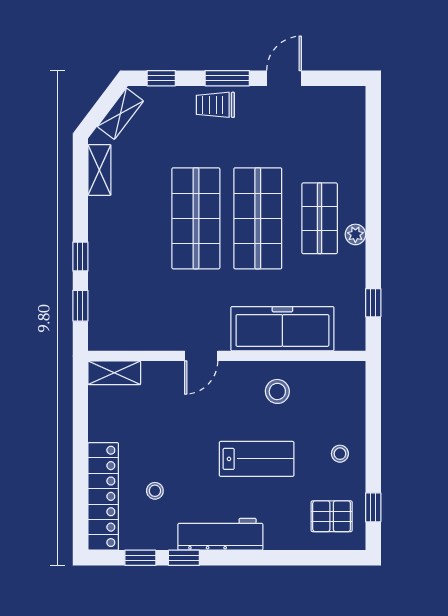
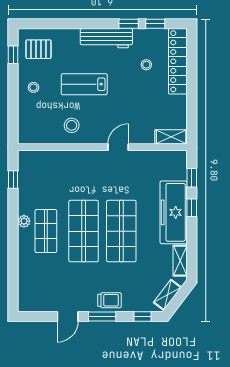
freezer: (282, 329) -> (174, 212), moved, turned 90

